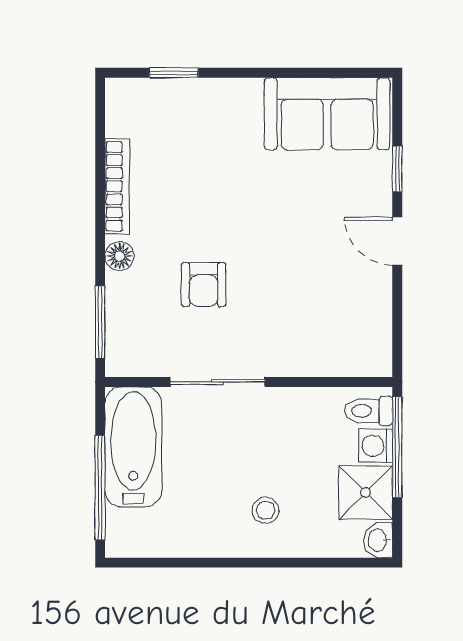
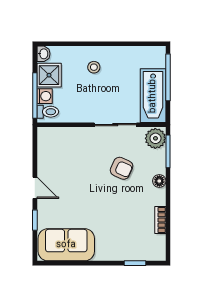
bookcase: (117, 186) -> (160, 220), width x0.64
armchair: (204, 285) -> (122, 168), turned 114
plant: (128, 351) -> (155, 138), added

